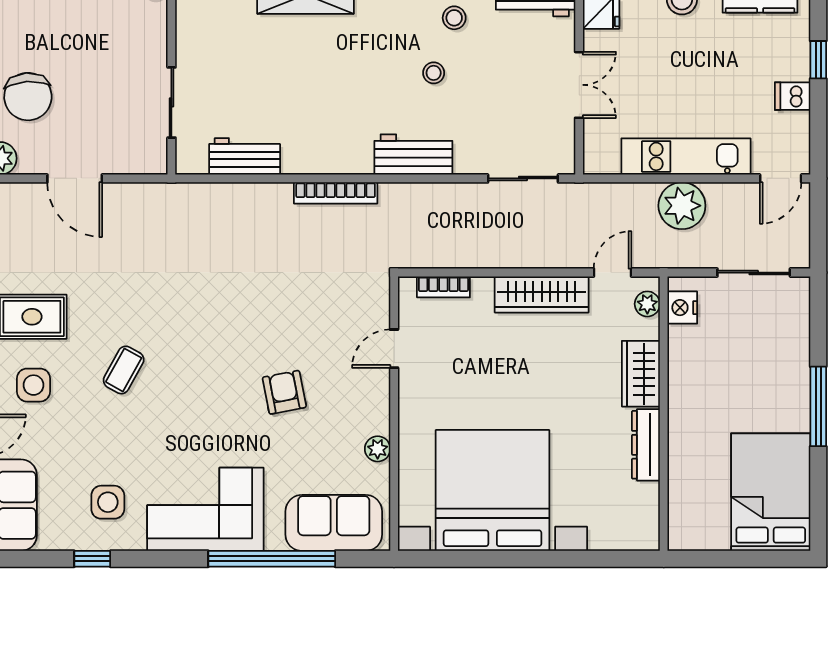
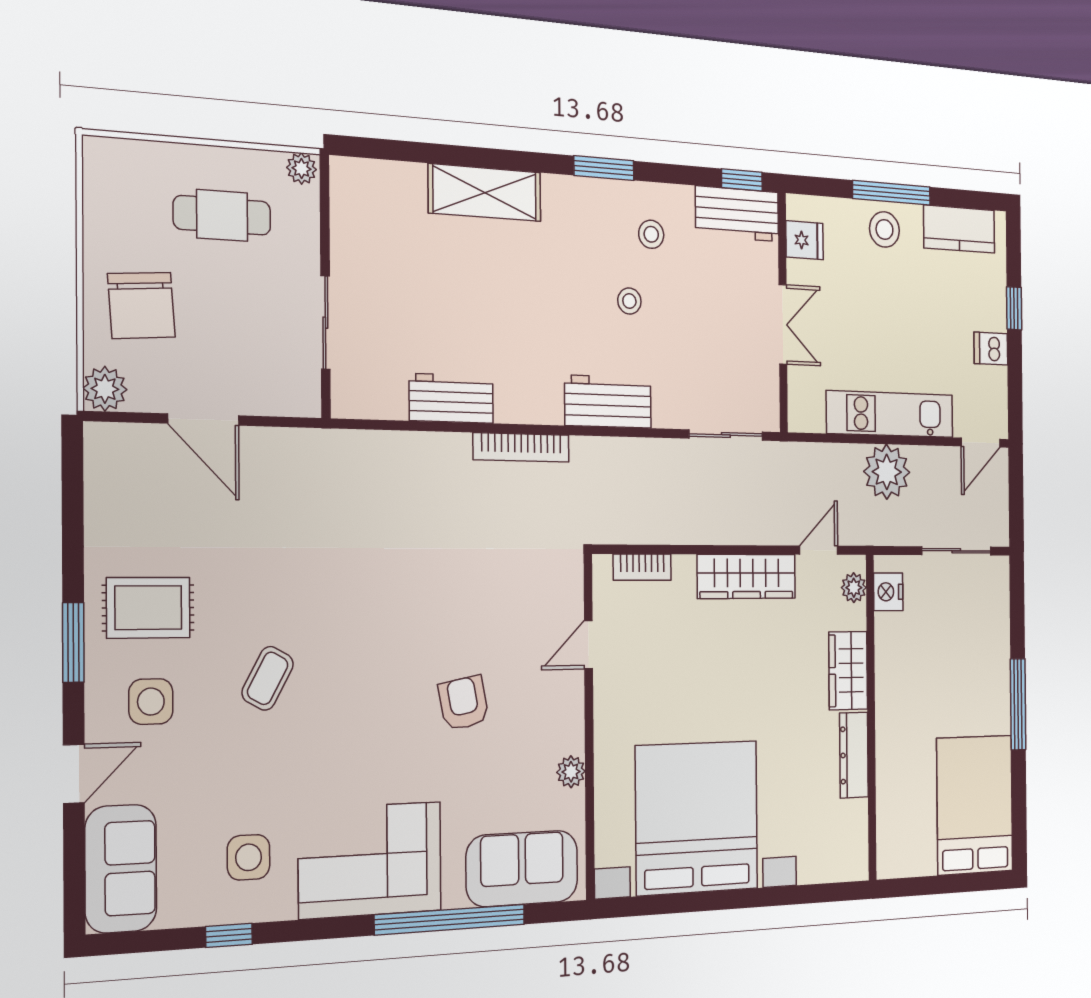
cafe table: (90, 27) -> (222, 215), added
workbench: (245, 156) -> (451, 398), moved

